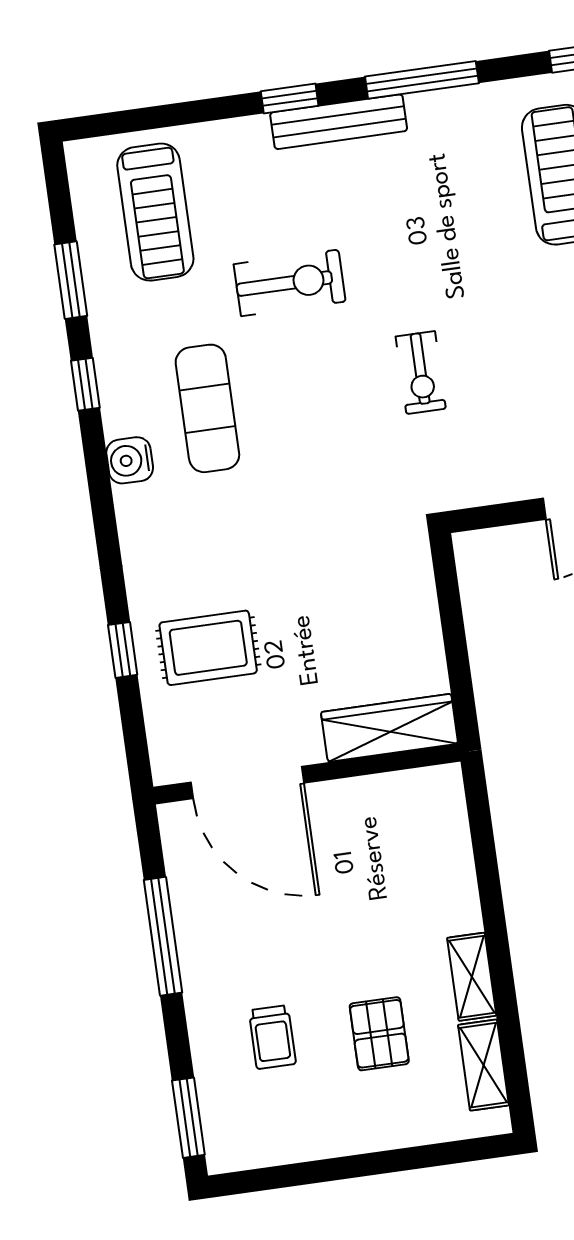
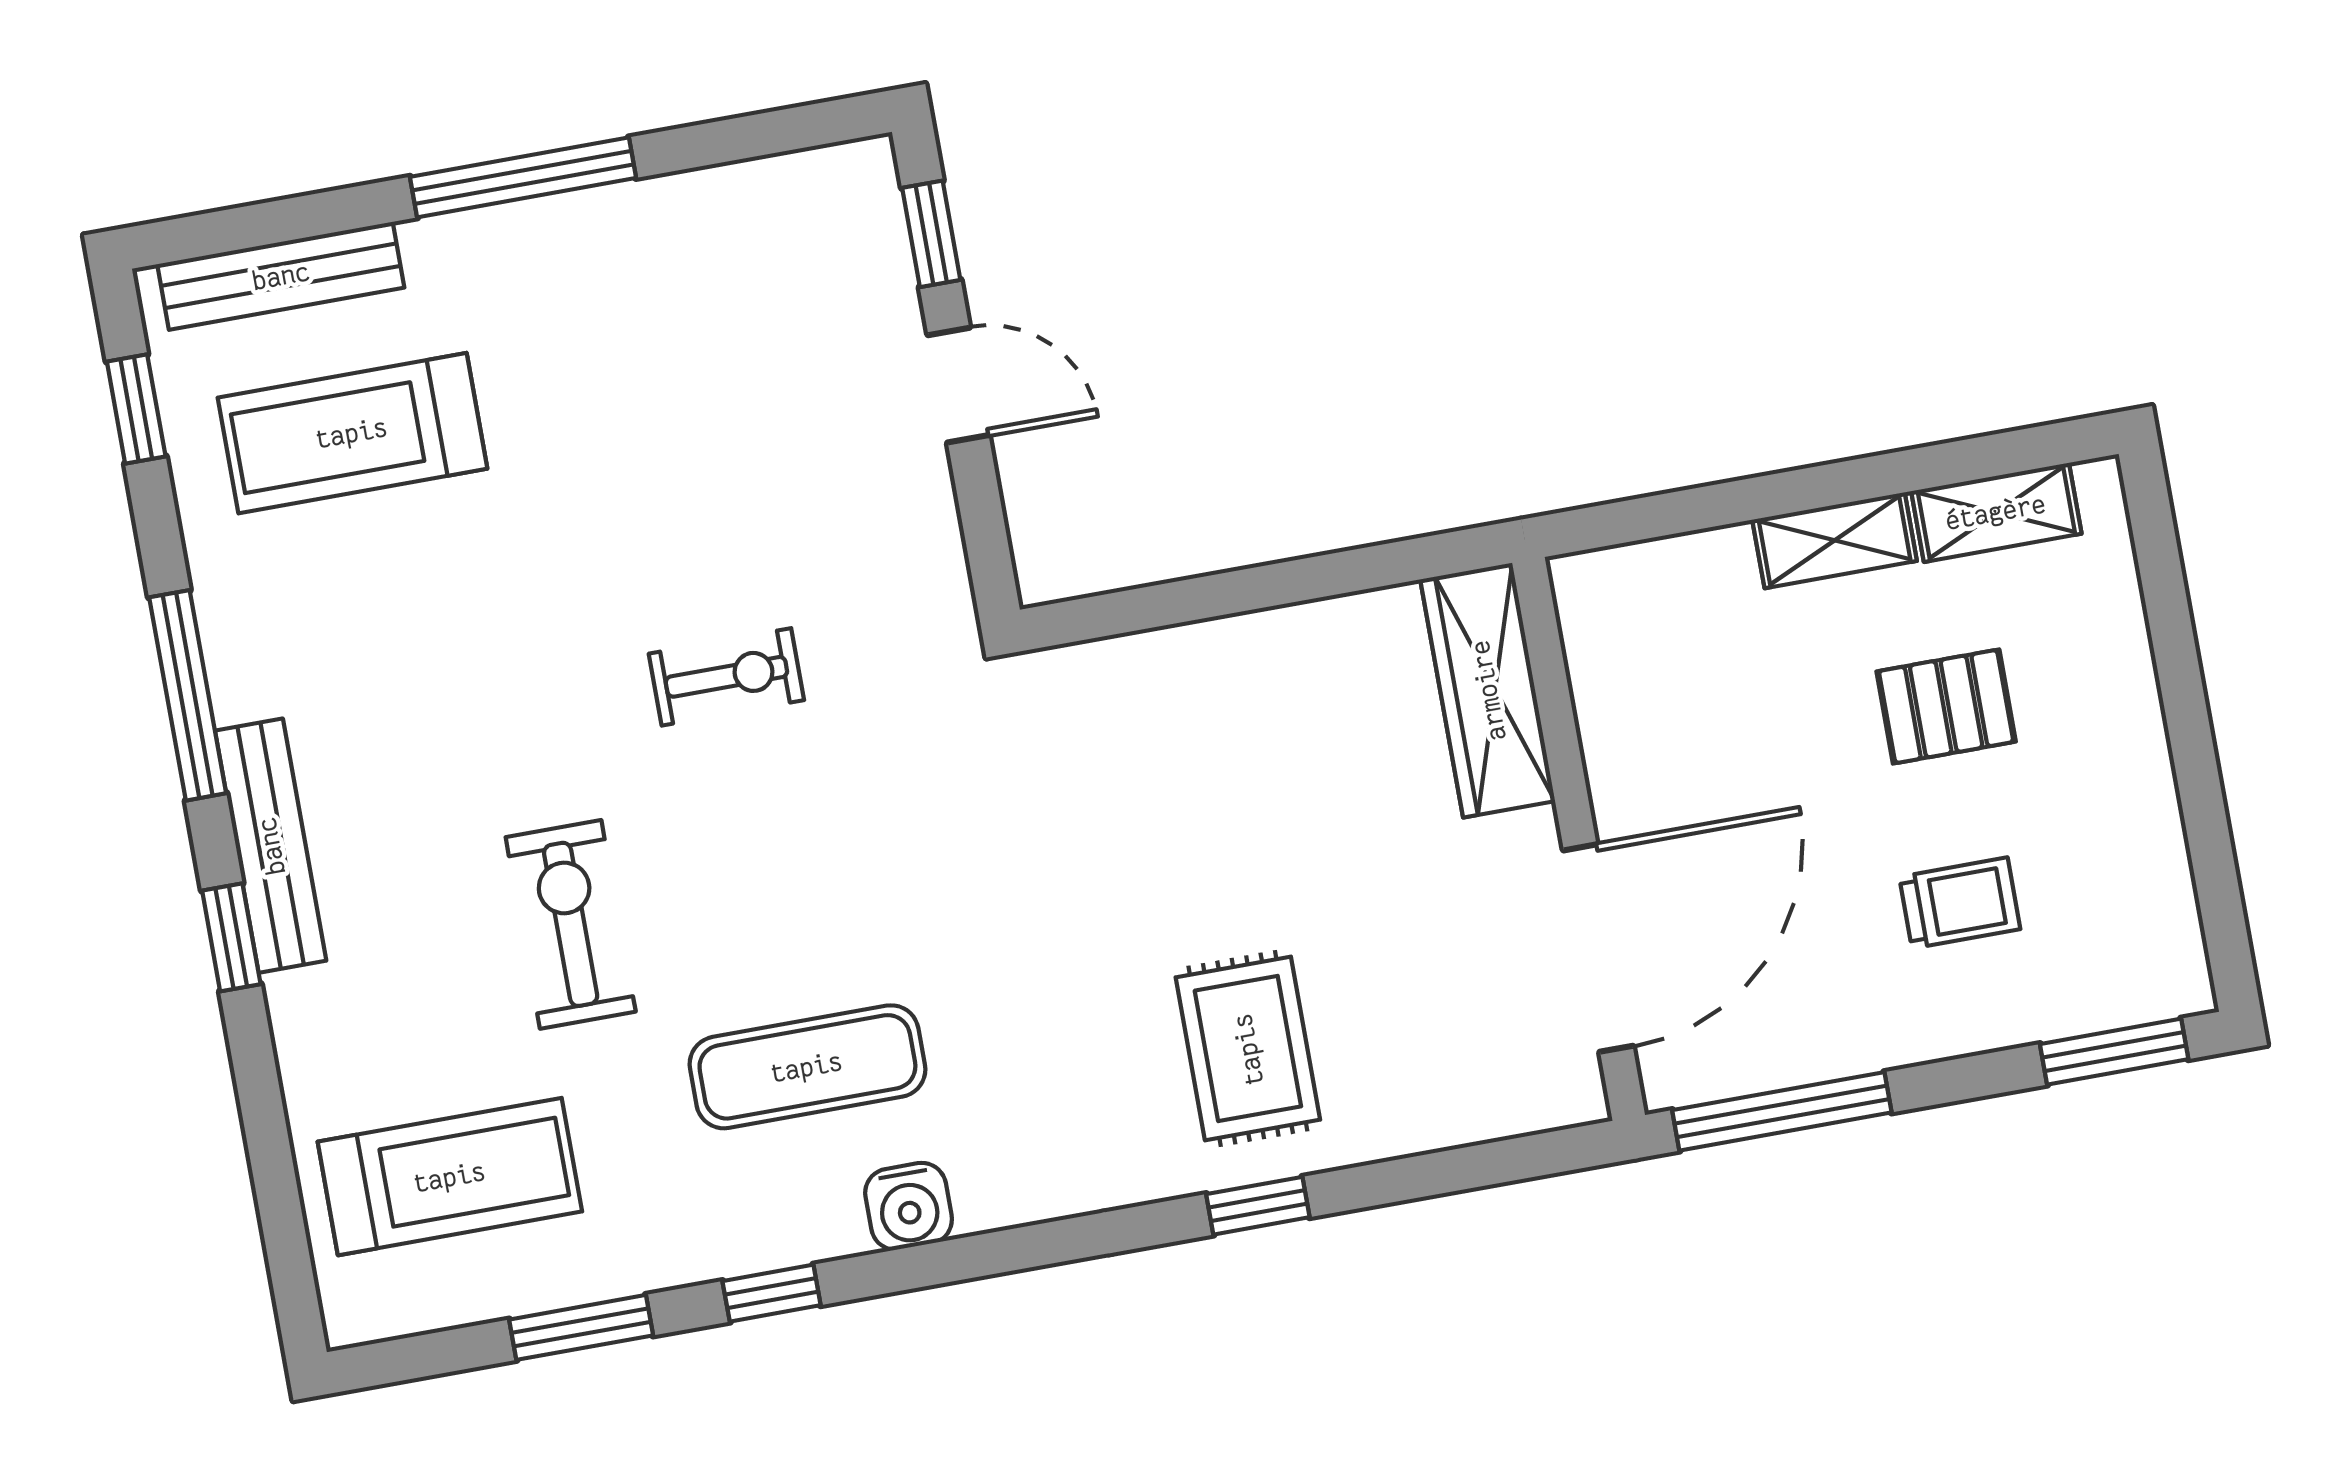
wardrobe: (390, 728) -> (1488, 690), moved
wall: (307, 774) -> (1579, 839), moved
door: (247, 783) -> (1598, 948), moved

